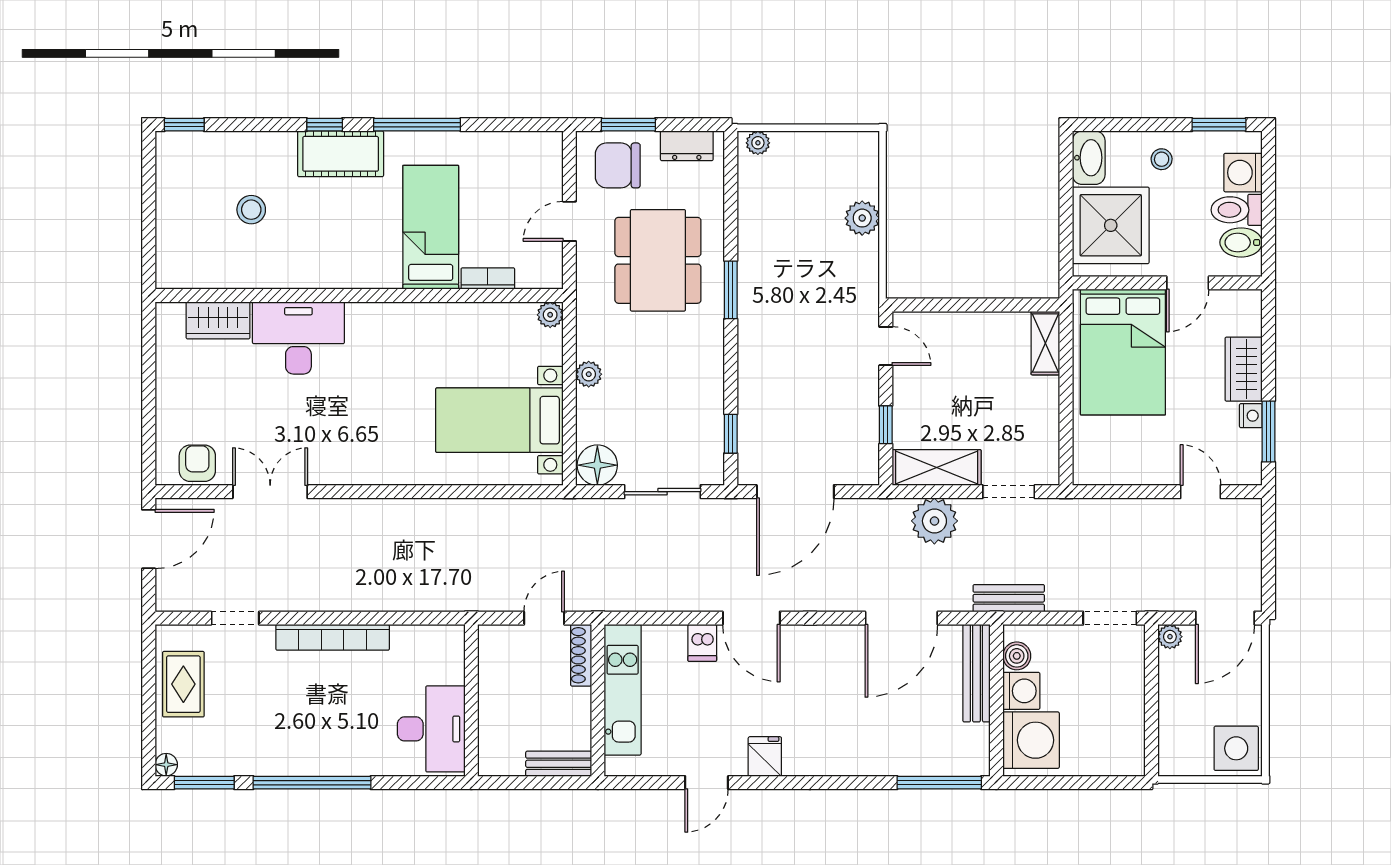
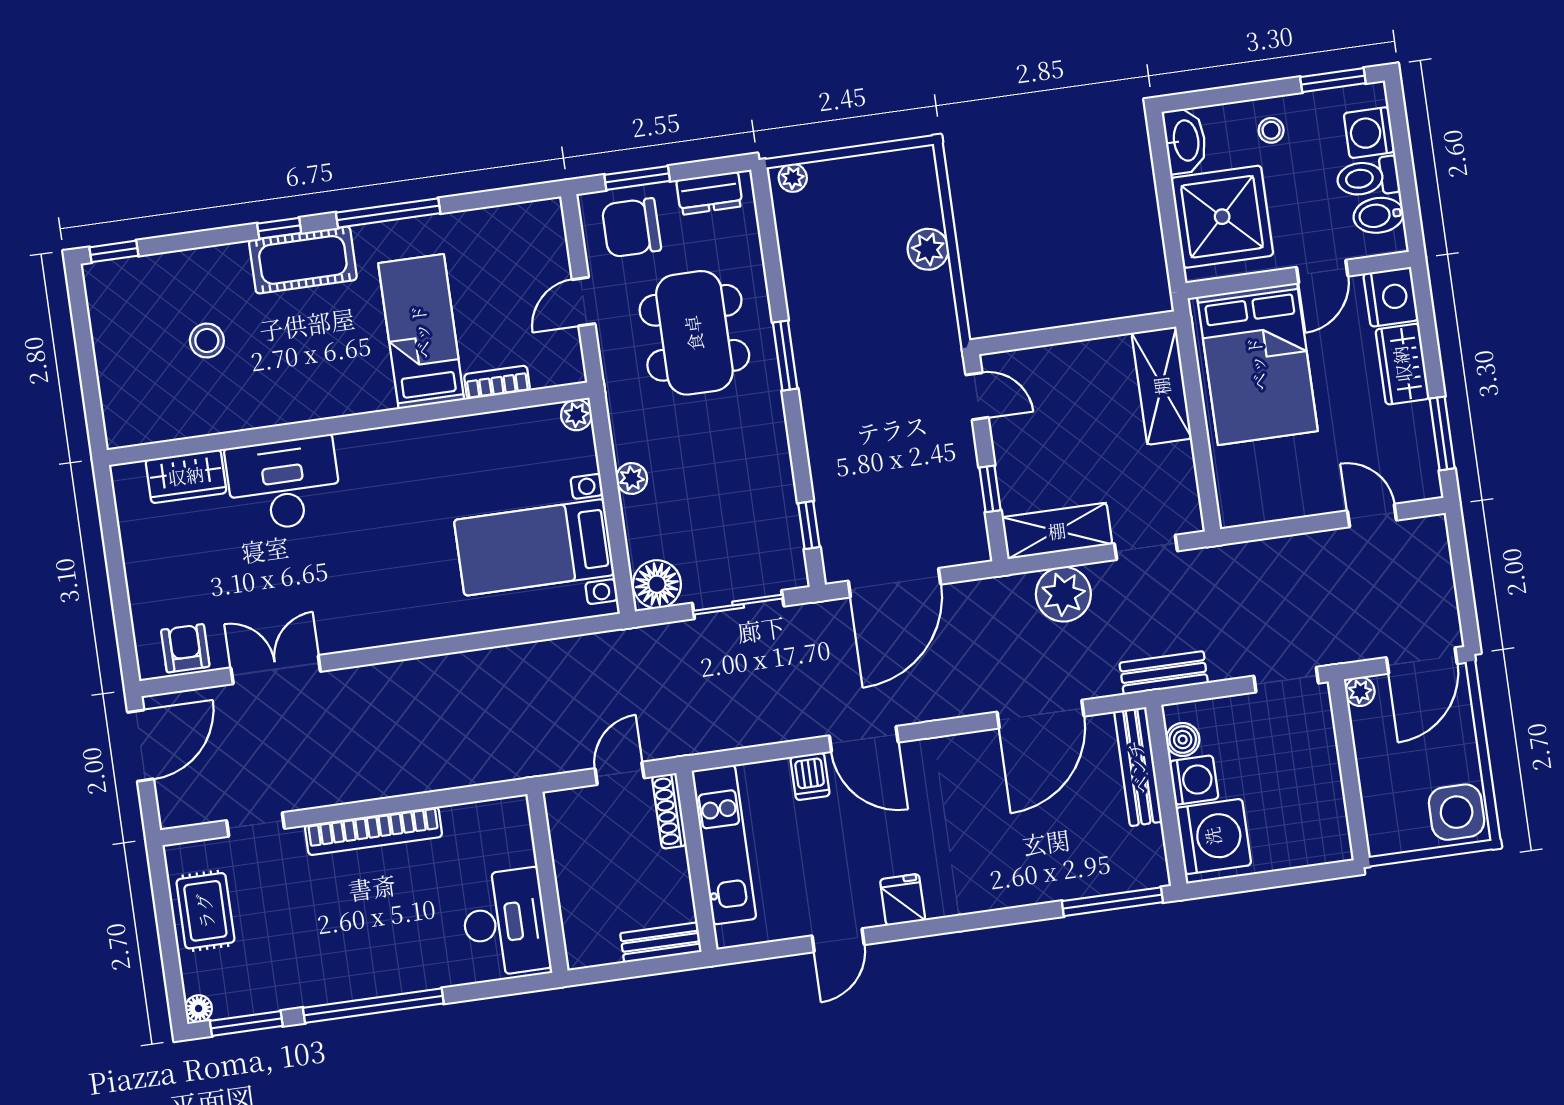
shelving: (1045, 343) -> (1162, 386), width x1.50, depth x1.33
nightstand: (1251, 416) -> (1391, 297), moved, width x1.89, depth x1.79

